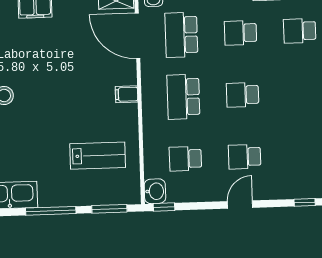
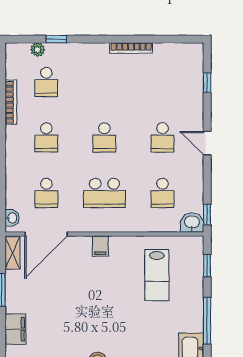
school desk: (181, 35) -> (46, 193), width x0.54
lab bench: (98, 156) -> (157, 275), turned 180
window: (109, 209) -> (207, 266), width x0.67

